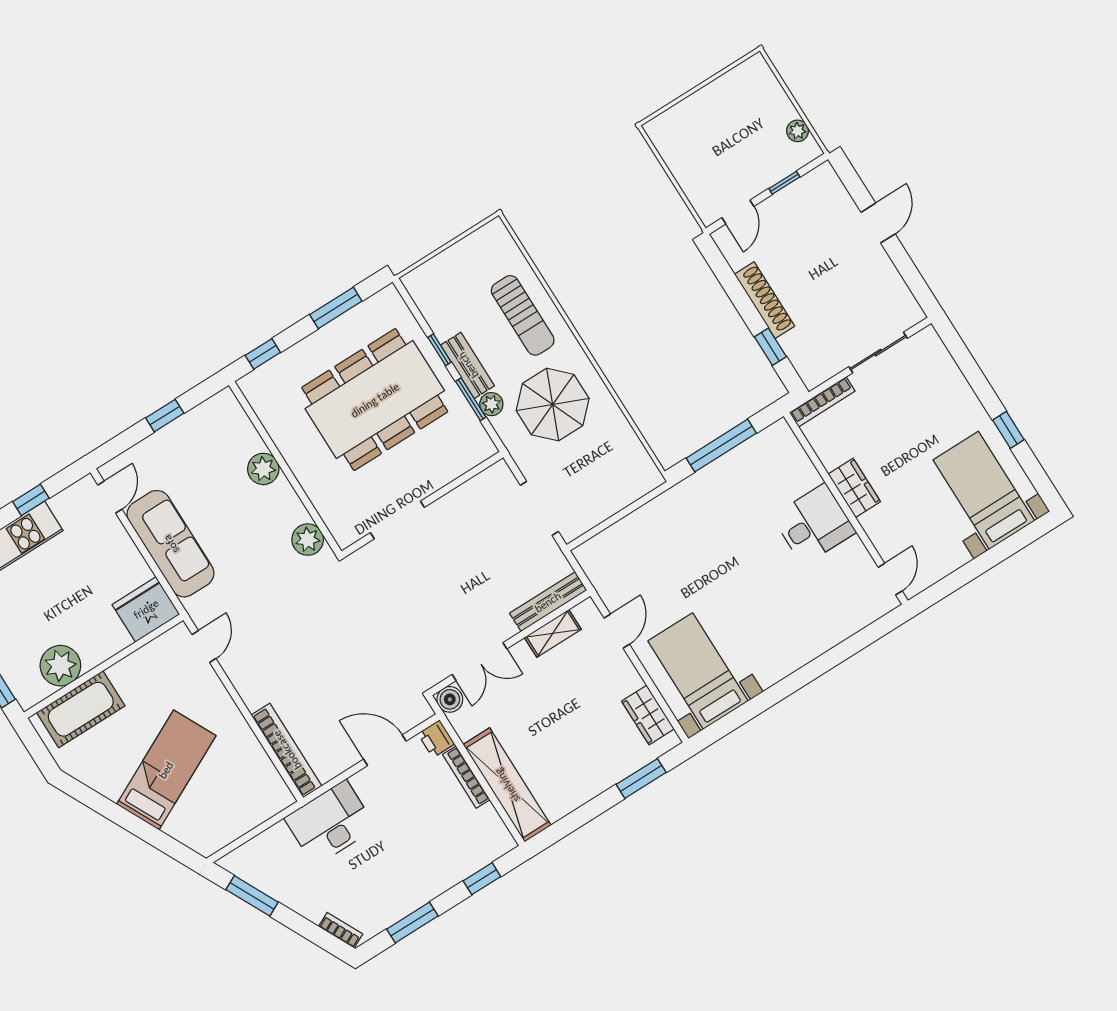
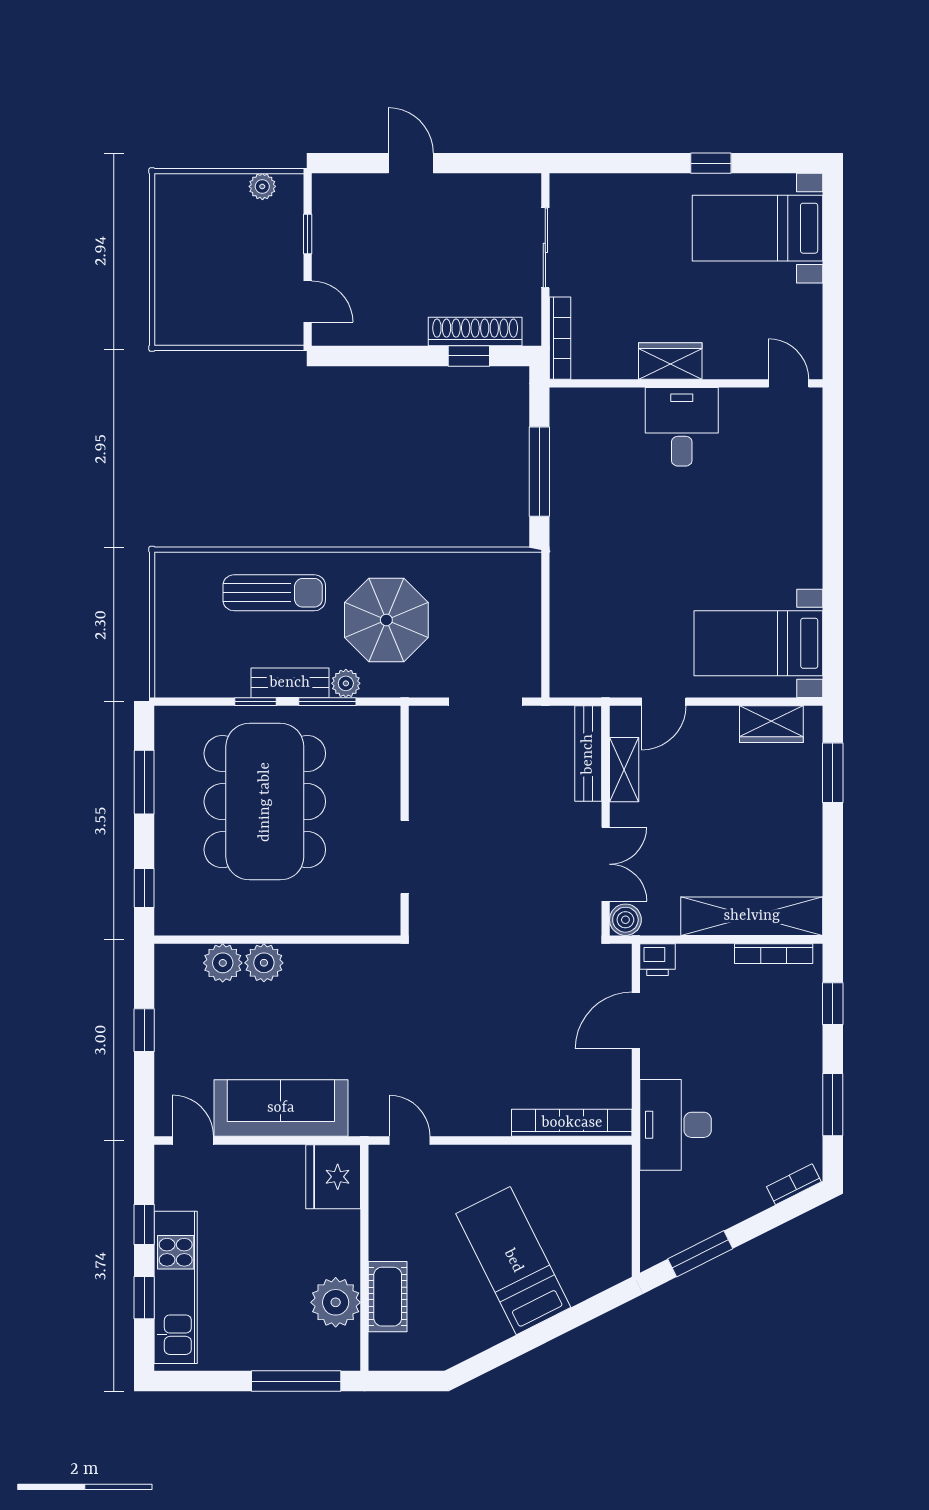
shoe rack: (765, 300) -> (475, 332), moved
plant: (308, 540) -> (223, 963), moved
door: (617, 631) -> (664, 702), swing flipped
cot: (81, 709) -> (388, 1297), width x0.73, depth x0.75
bookcase: (466, 777) -> (774, 954), moved

